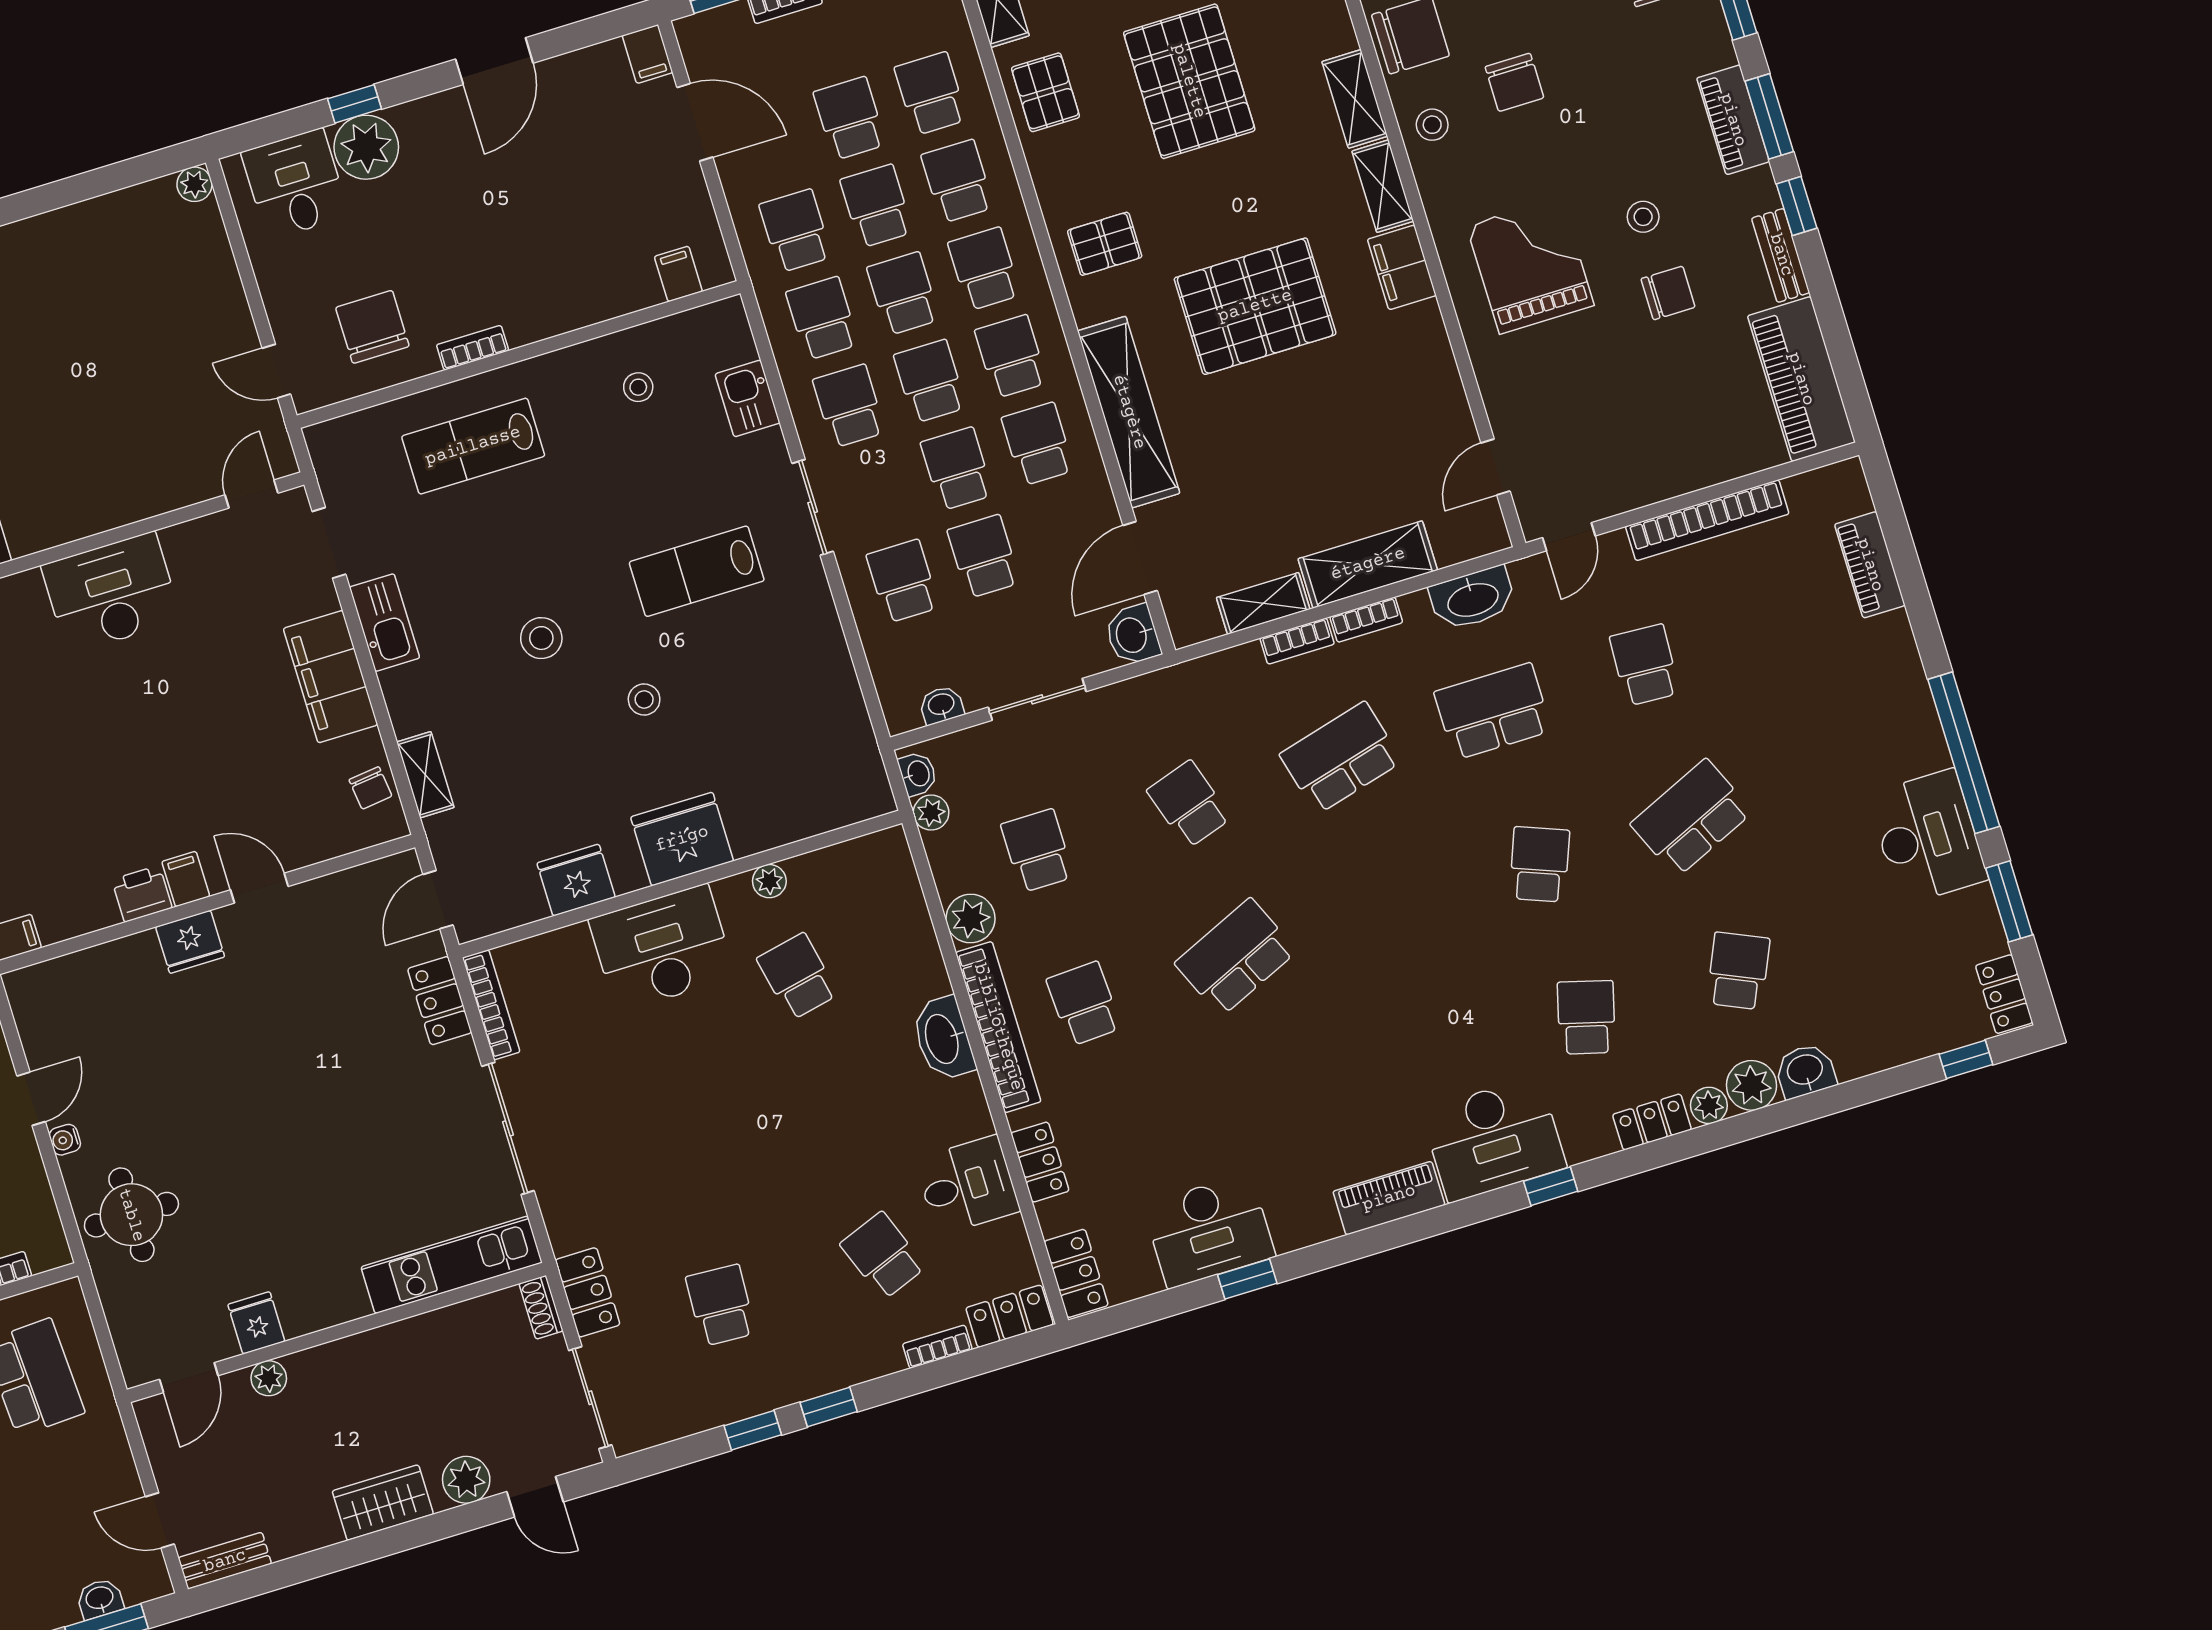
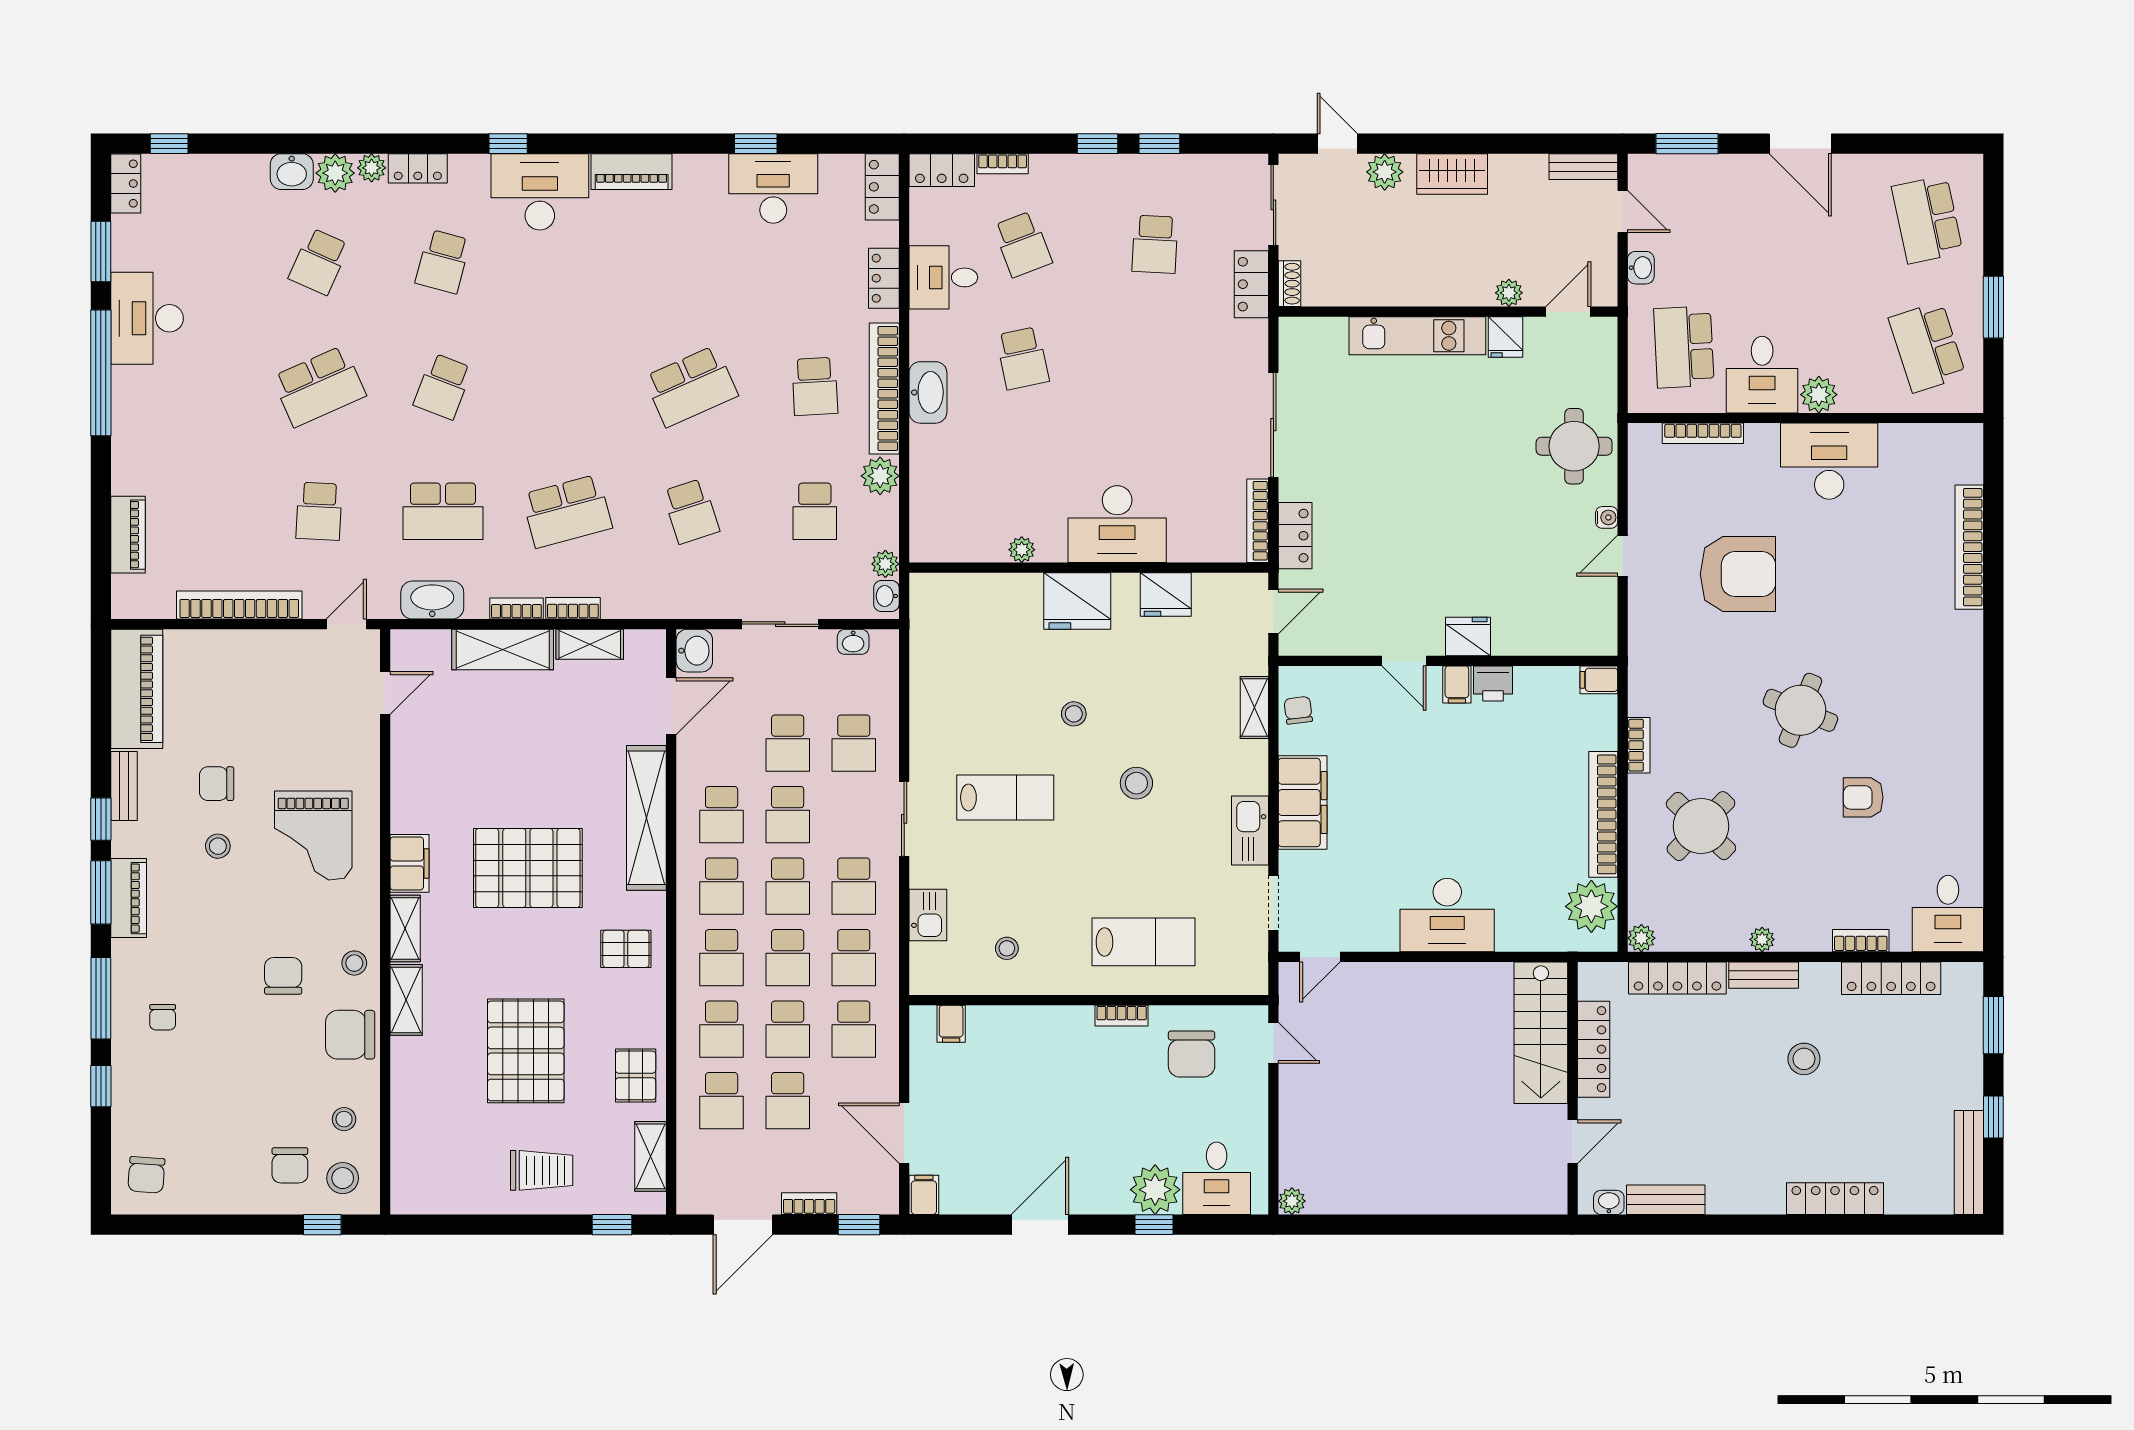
school desk: (797, 976) -> (1022, 358), moved
kitchen unit: (452, 1265) -> (1417, 336), moved
washbasin: (100, 1599) -> (1641, 268), moved, turned -90

